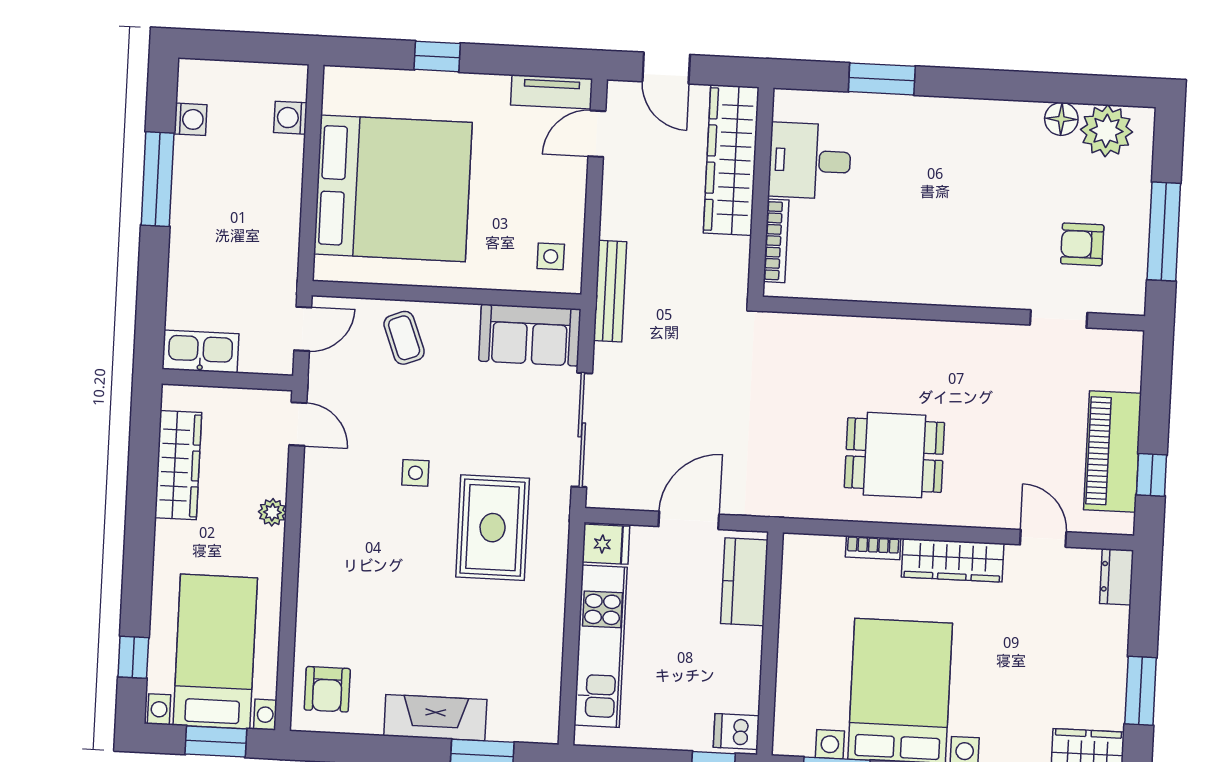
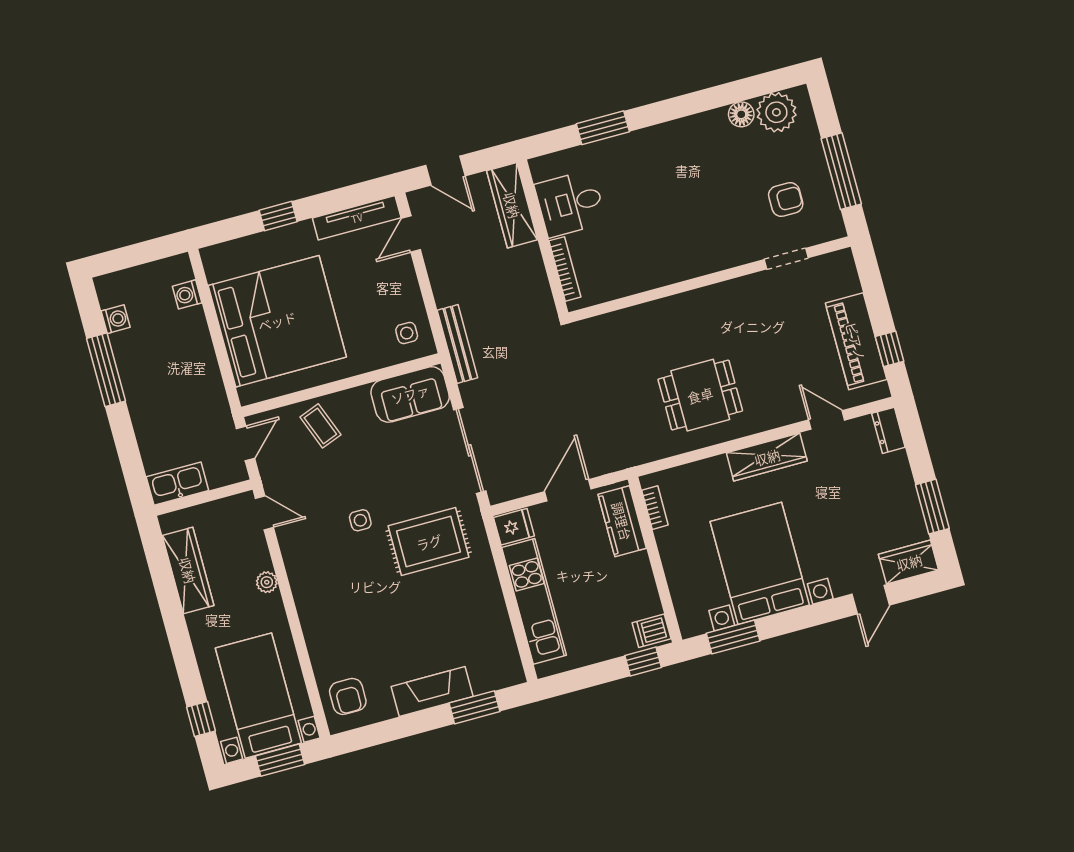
tv unit: (552, 92) -> (357, 218), width x1.41
wardrobe: (731, 160) -> (512, 205), width x0.71, depth x0.85
armchair: (1082, 244) -> (786, 199), turned 180
rug: (493, 528) -> (429, 542), turned 90
bookcase: (873, 548) -> (655, 508), moved, turned -90

